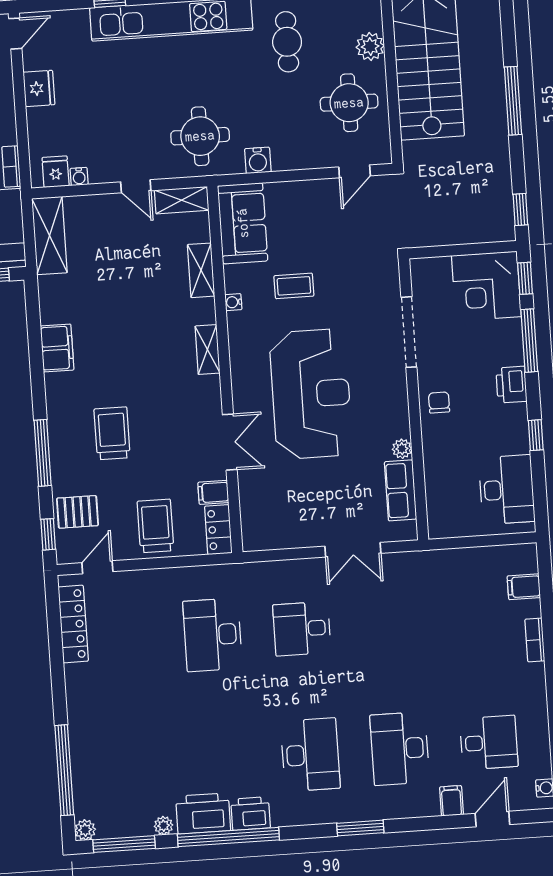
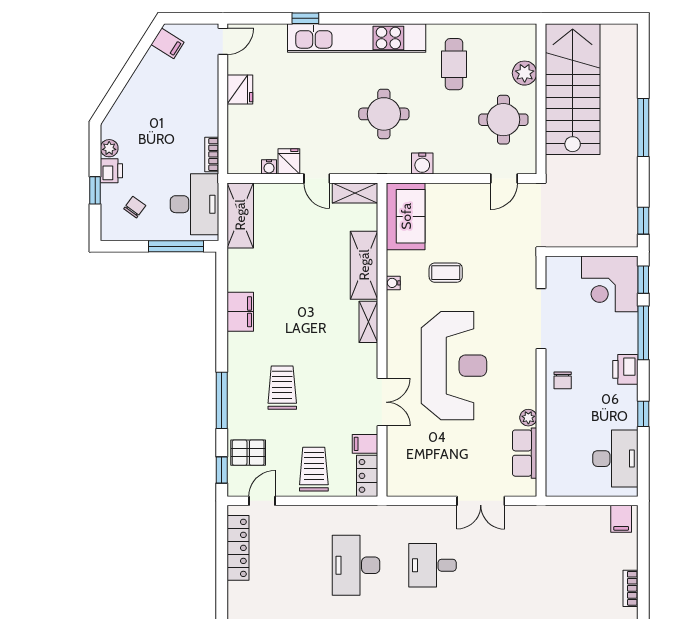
round table: (200, 136) -> (384, 114), moved
fridge: (56, 172) -> (289, 161), moved
shelving: (201, 270) -> (364, 265), width x1.50, depth x1.33
chair: (439, 402) -> (563, 380), turned 180
filing cabinet: (524, 587) -> (621, 519), moved, turned -90

